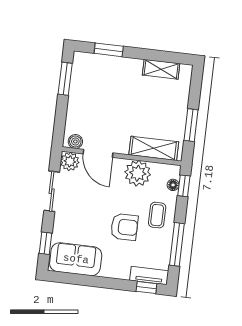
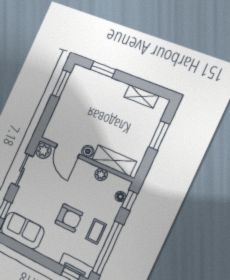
window: (191, 125) -> (159, 136), moved
boiler: (75, 141) -> (88, 151), moved
plant: (138, 173) -> (101, 175), width x0.53, depth x0.53
coffee table: (157, 215) -> (96, 232), moved
window: (177, 244) -> (107, 248), width x1.46

